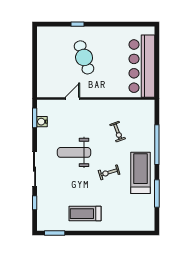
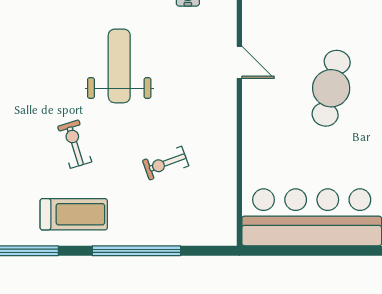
cafe table: (84, 57) -> (331, 88), turned -58
treadmill: (141, 173) -> (74, 214), width x0.73, depth x0.73

